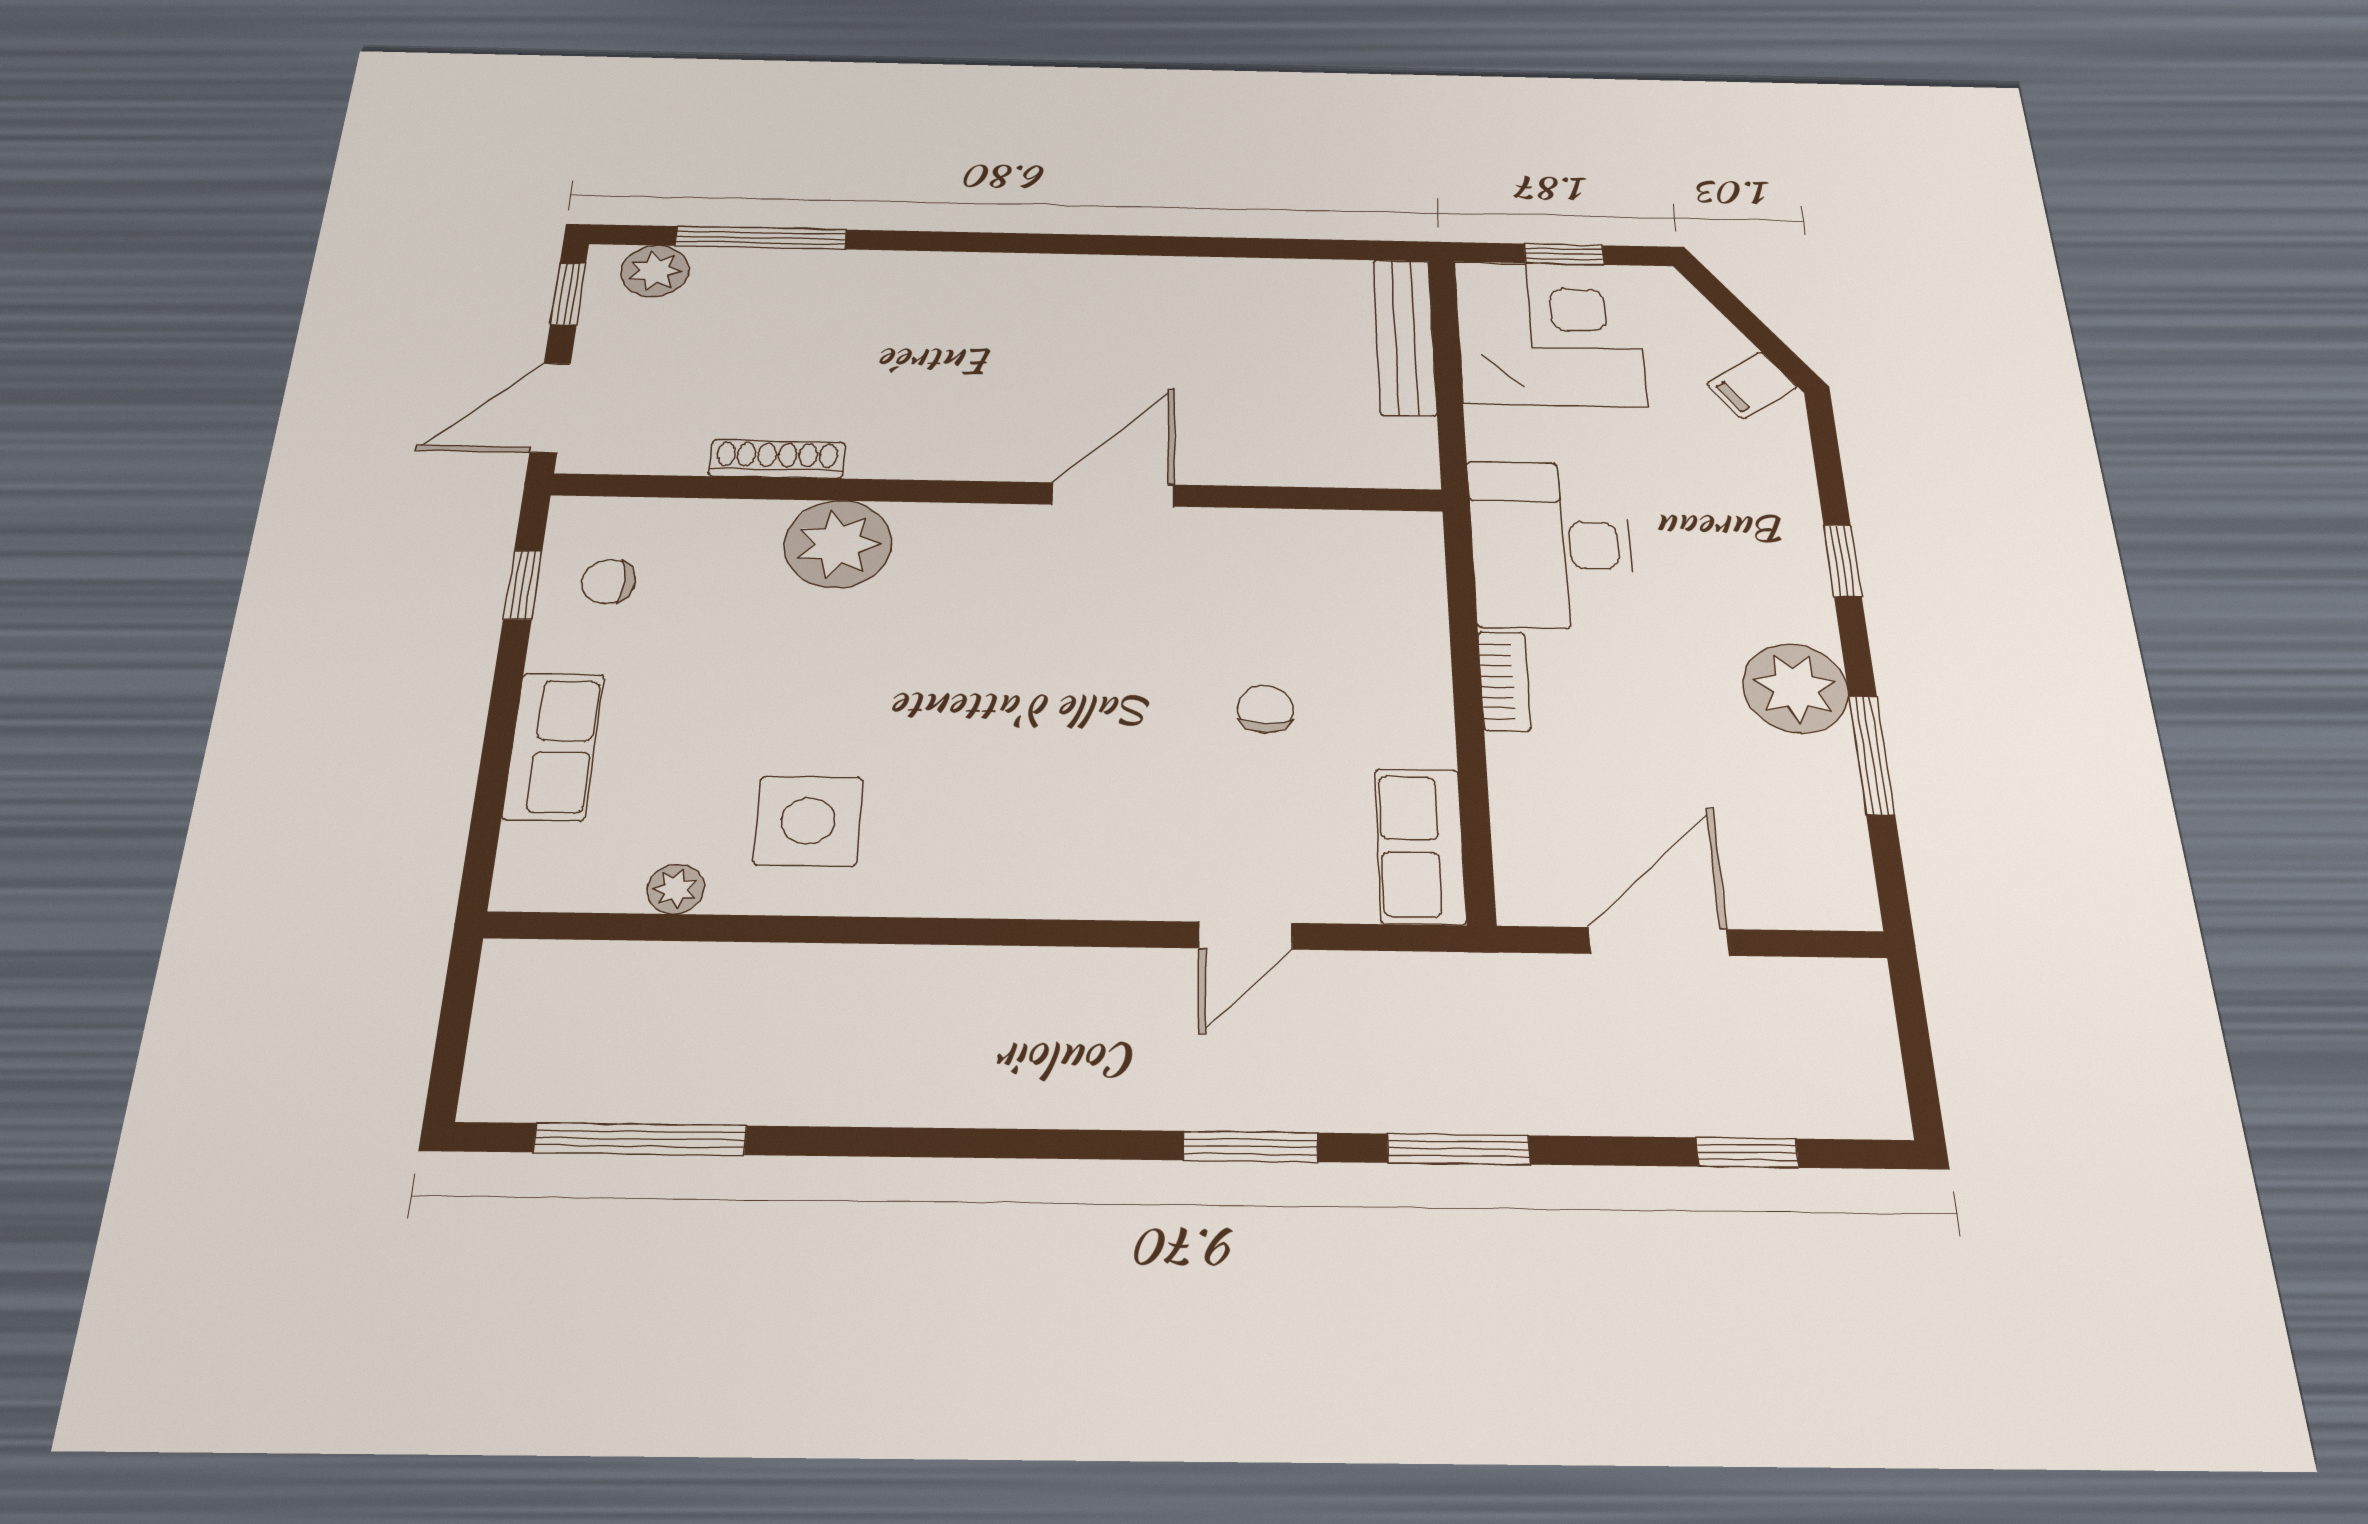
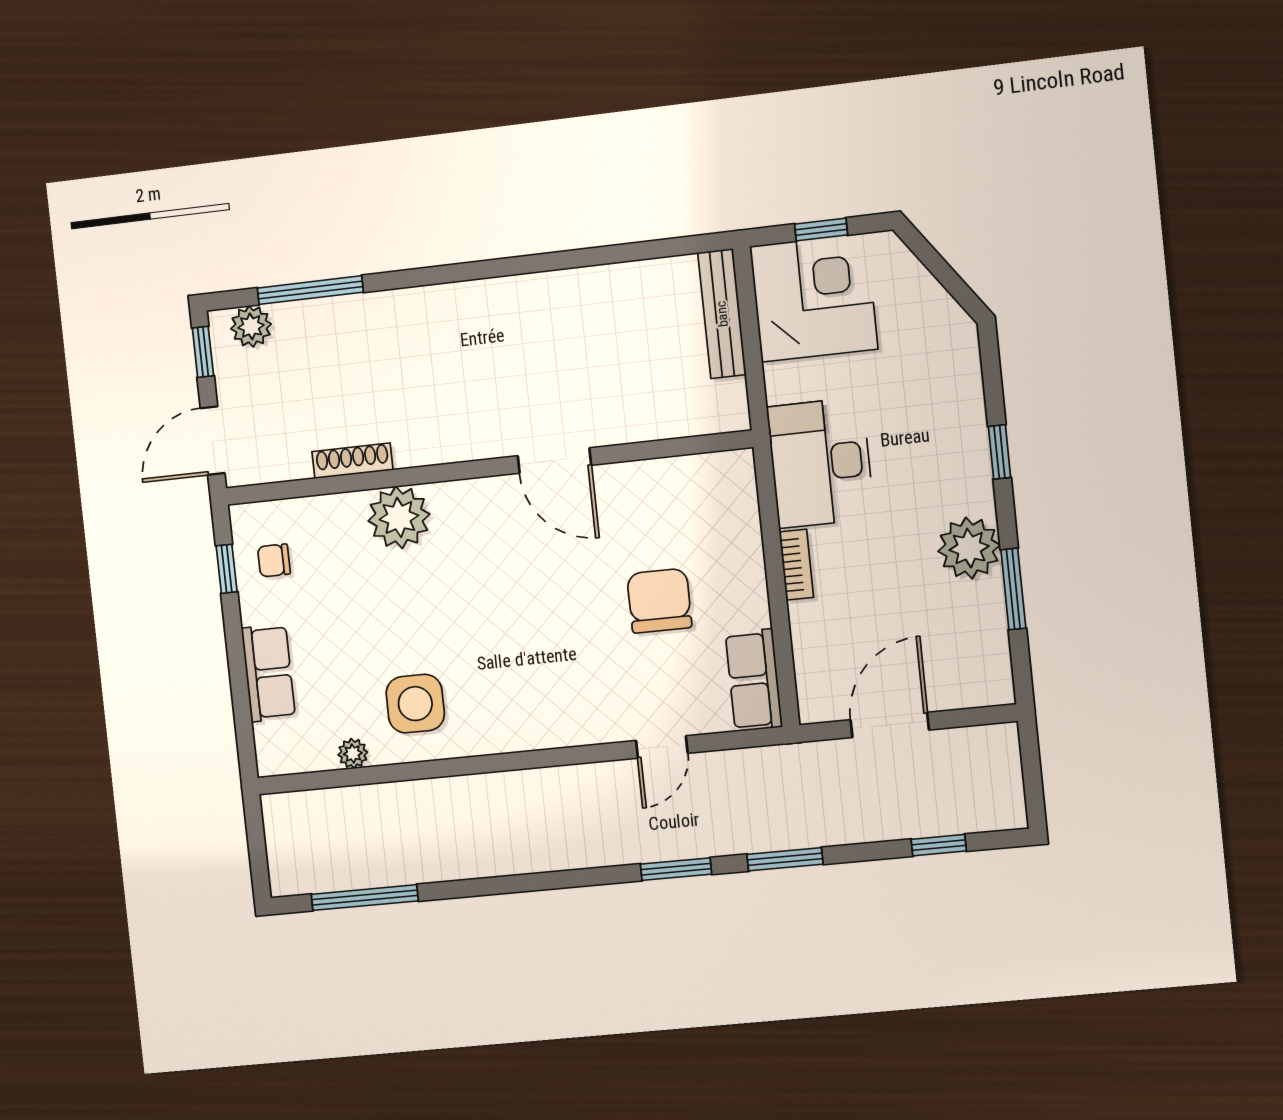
filing cabinet: (1752, 385) -> (945, 322), removed
door: (1113, 495) -> (554, 460), swing flipped
chair: (1265, 709) -> (659, 601), width x1.87, depth x1.87

